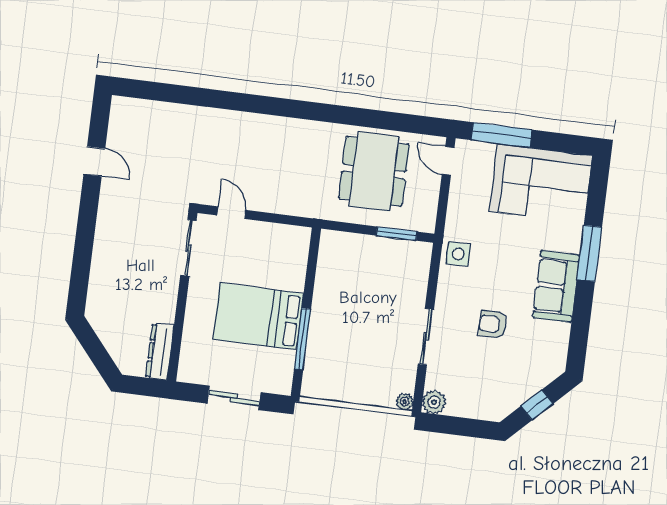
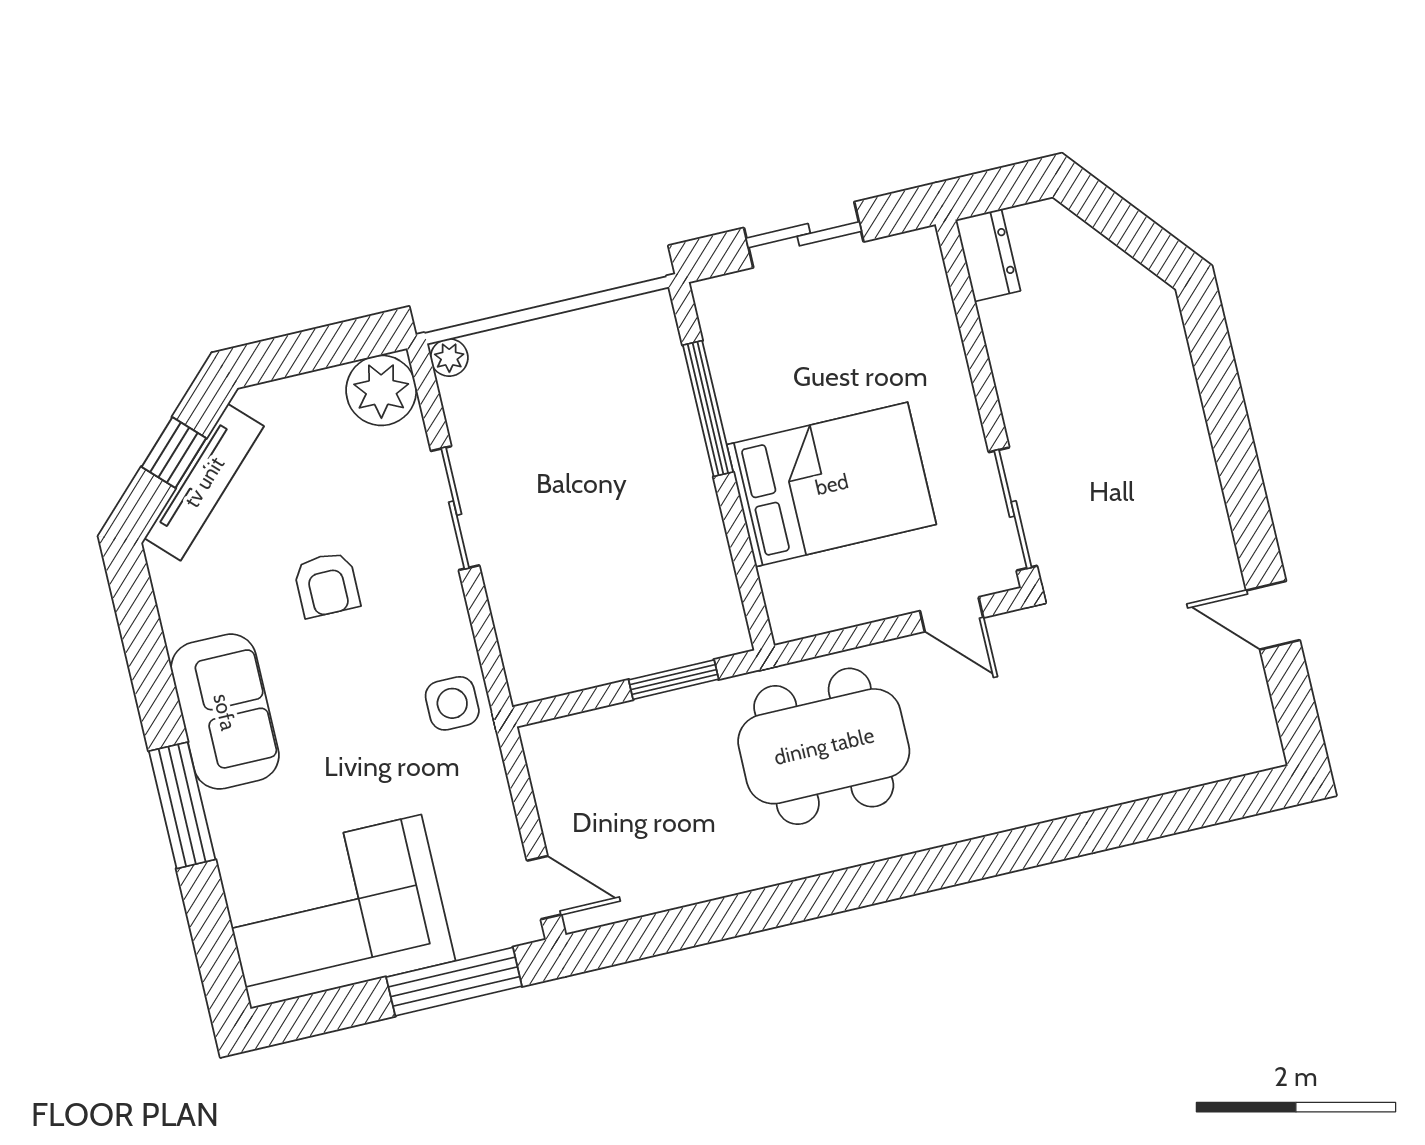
dining table: (374, 171) -> (824, 746), moved, turned 90
window: (397, 234) -> (674, 680), moved
bed: (258, 316) -> (832, 484), moved
armchair: (493, 324) -> (327, 585), turned 90
dresser: (160, 352) -> (988, 255), width x0.70
tv unit: (529, 387) -> (204, 482), added
plant: (434, 402) -> (381, 390), width x1.36, depth x1.36

